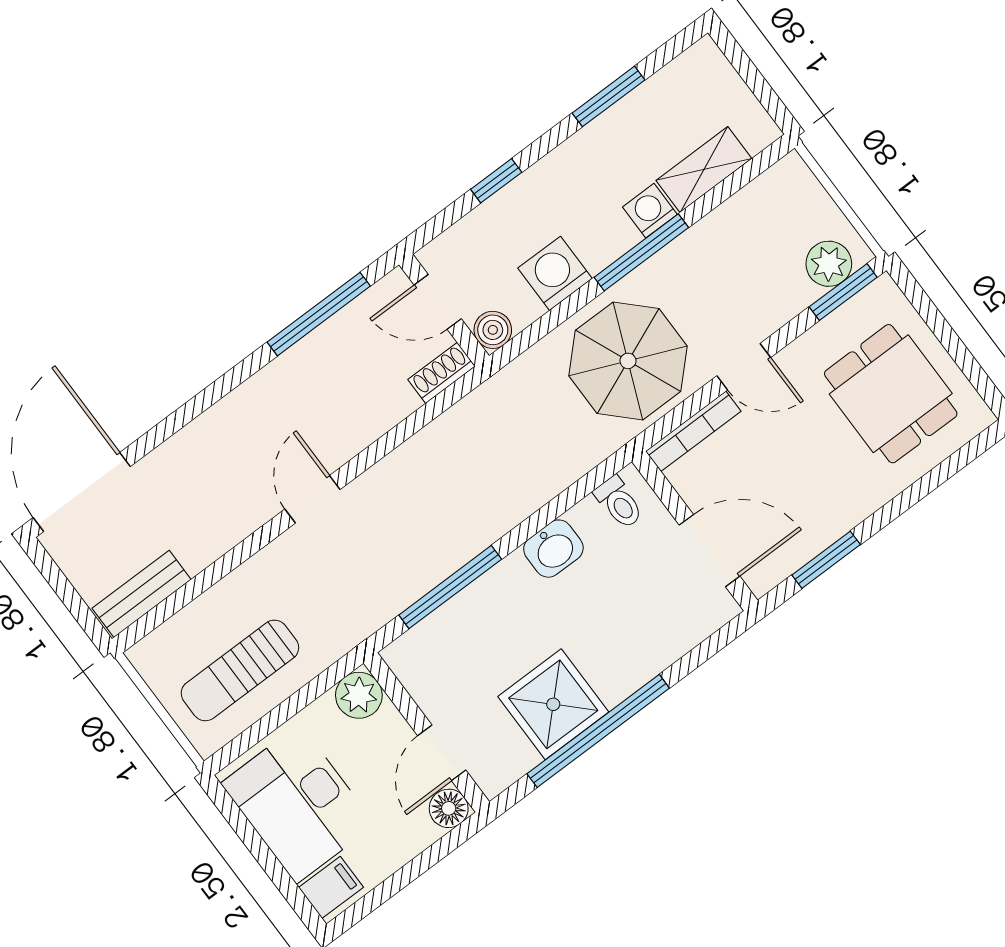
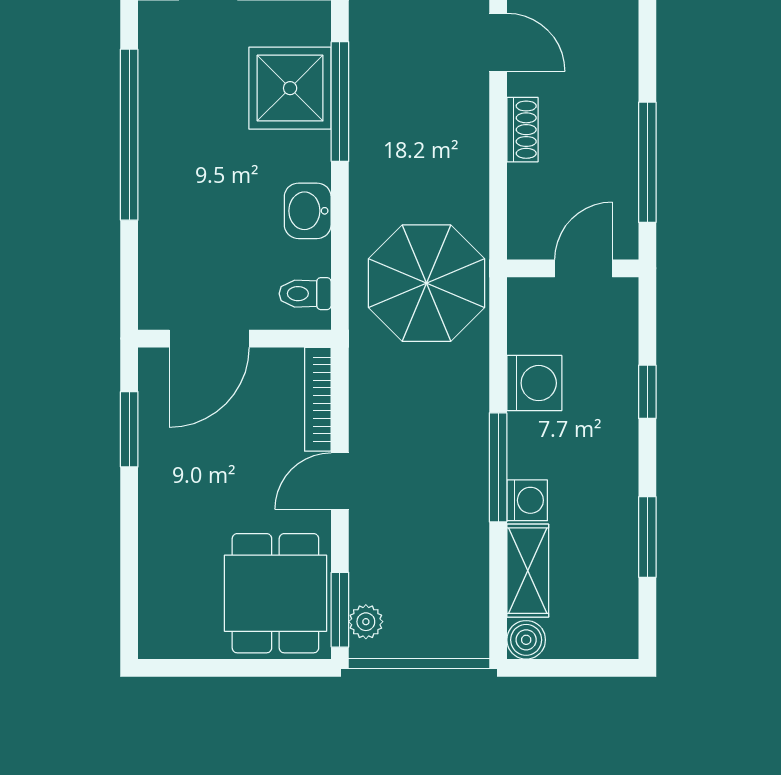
plant: (829, 264) -> (366, 622), width x0.73, depth x0.73
boiler: (493, 330) -> (526, 640), moved
parasol: (628, 361) -> (426, 283), moved
shoe rack: (442, 373) -> (522, 130), moved
dining table: (891, 394) -> (275, 593), moved, turned 90
shower: (553, 704) -> (290, 88), moved

